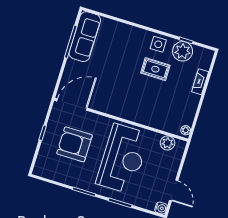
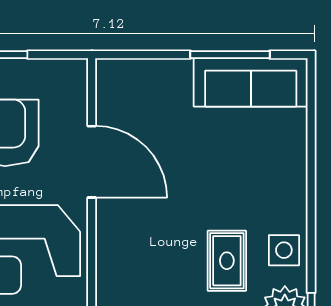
door: (72, 105) -> (92, 162), moved

